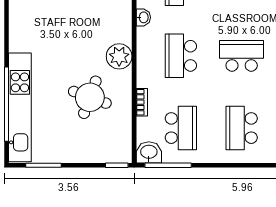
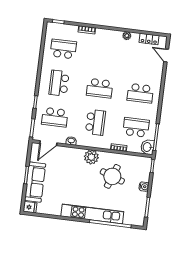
school desk: (181, 56) -> (95, 122), turned -90
school desk: (242, 56) -> (100, 88), turned -90
kitchen unit: (20, 107) -> (92, 214), moved
water cooler: (79, 155) -> (144, 187), added

